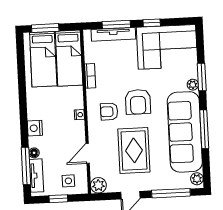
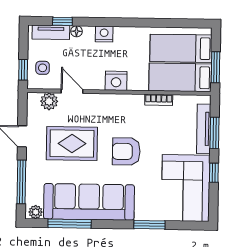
window: (45, 28) -> (215, 67), moved
plant: (193, 85) -> (141, 214), removed
armchair: (109, 112) -> (117, 119), removed
nightstand: (79, 115) -> (116, 81), width x1.89, depth x1.79
window: (204, 129) -> (70, 224), moved
window: (26, 166) -> (62, 21), width x0.46
plant: (98, 185) -> (49, 101), moved
window: (58, 199) -> (23, 70), moved

